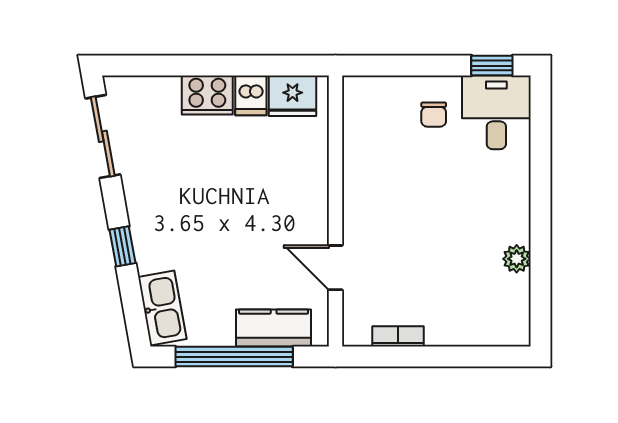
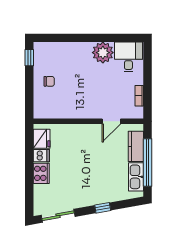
desk: (496, 112) -> (128, 57), moved, turned 90
plant: (517, 259) -> (103, 53), width x1.88, depth x1.88
kitchen sink: (162, 308) -> (136, 177), moved, turned -80

